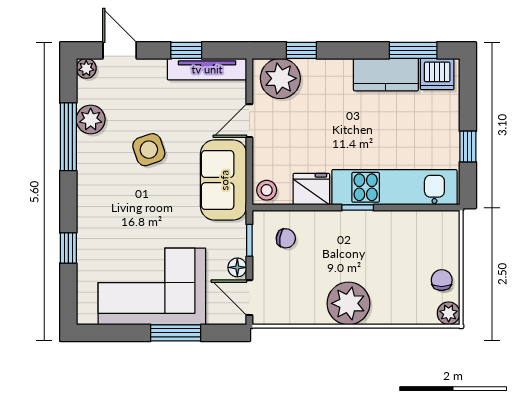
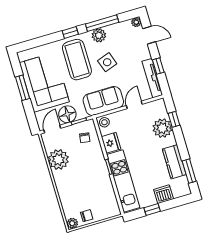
door: (120, 50) -> (149, 35), hinge flipped
dishwasher: (437, 74) -> (164, 194), moved, turned 90
plant: (280, 78) -> (162, 128), moved
plant: (91, 119) -> (99, 35), moved
door: (249, 121) -> (134, 105), hinge flipped
coffee table: (126, 208) -> (77, 60), added
window: (68, 248) -> (70, 33), moved
floor lamp: (237, 267) -> (67, 114), width x1.89, depth x1.89
plant: (348, 303) -> (58, 160), moved
window: (176, 333) -> (23, 88), moved

